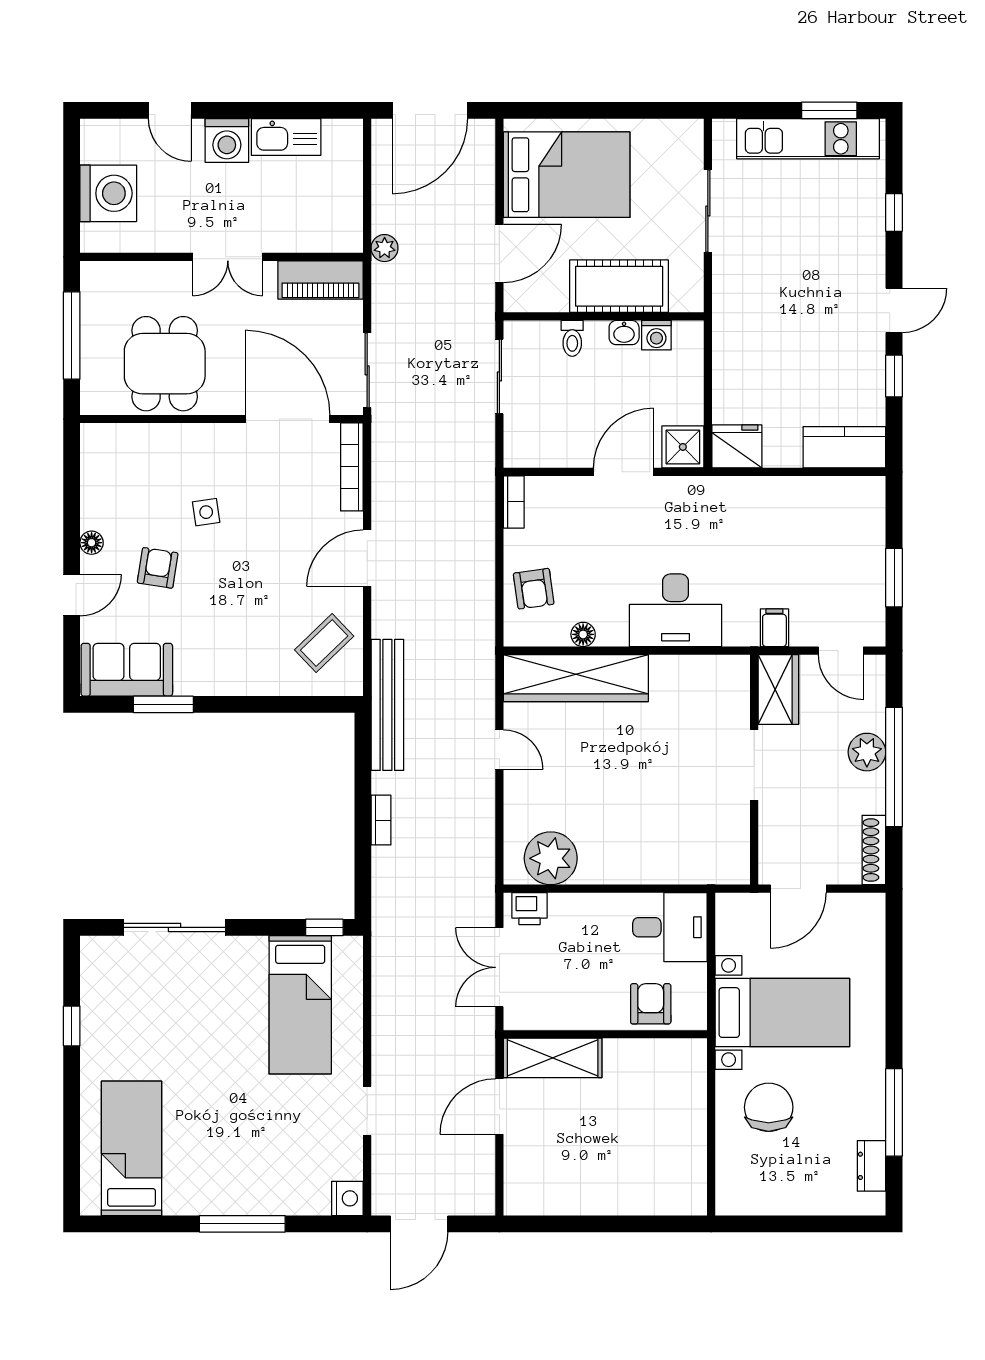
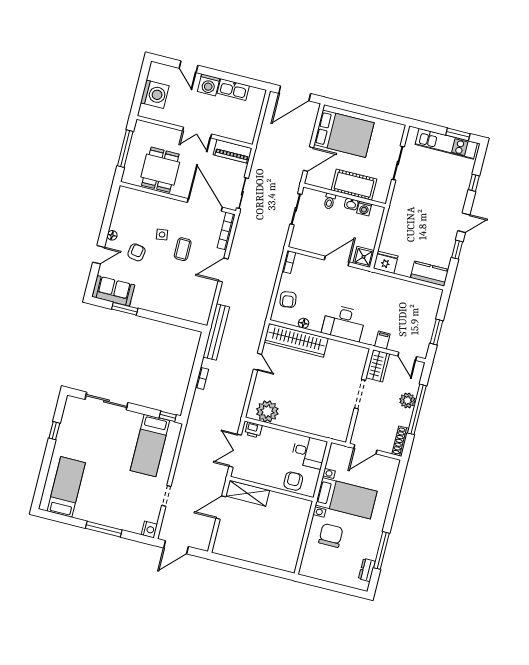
plant: (385, 248) -> (262, 145), removed
coffee table: (324, 643) -> (183, 249), moved, turned -46

